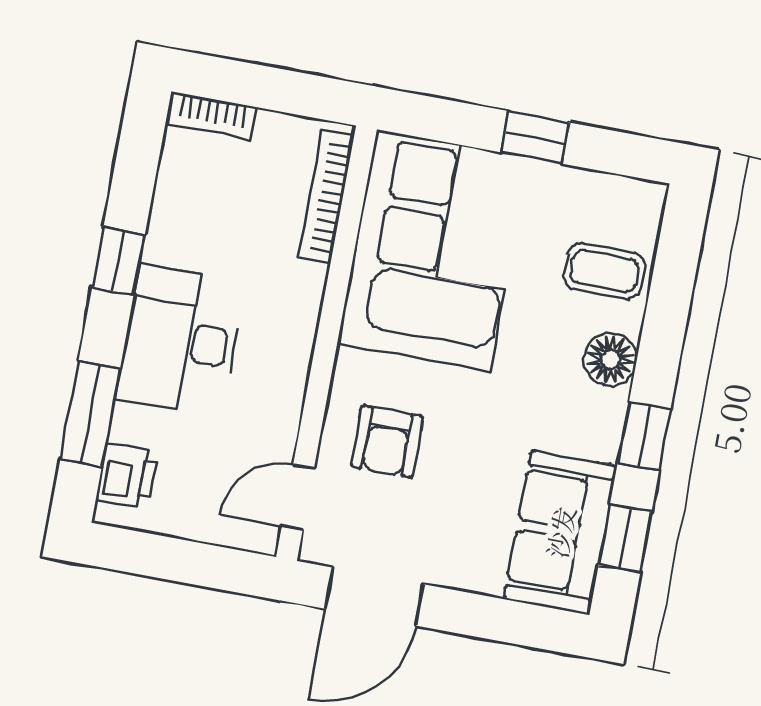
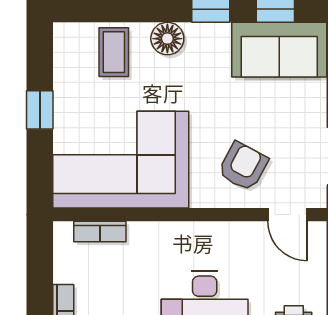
bookcase: (326, 197) -> (100, 231), width x0.64
armchair: (387, 441) -> (243, 166), turned -62

